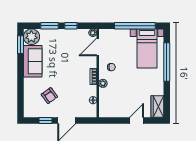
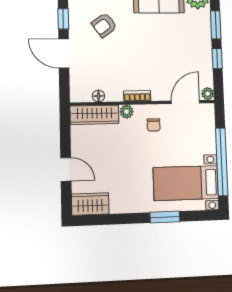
door: (98, 47) -> (185, 102), hinge flipped
window: (167, 62) -> (165, 217), width x0.47
wardrobe: (104, 103) -> (94, 115), added

